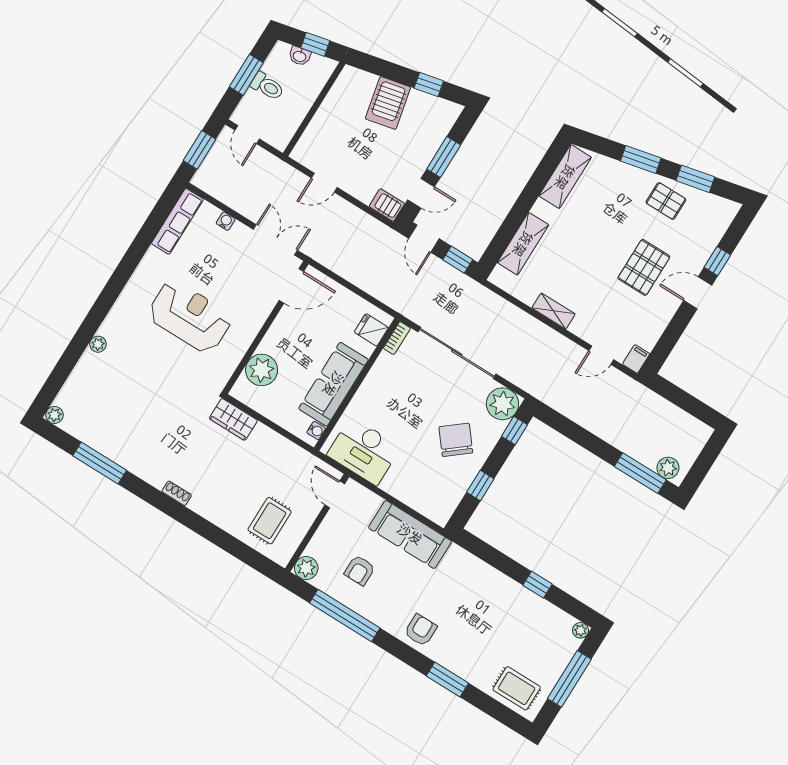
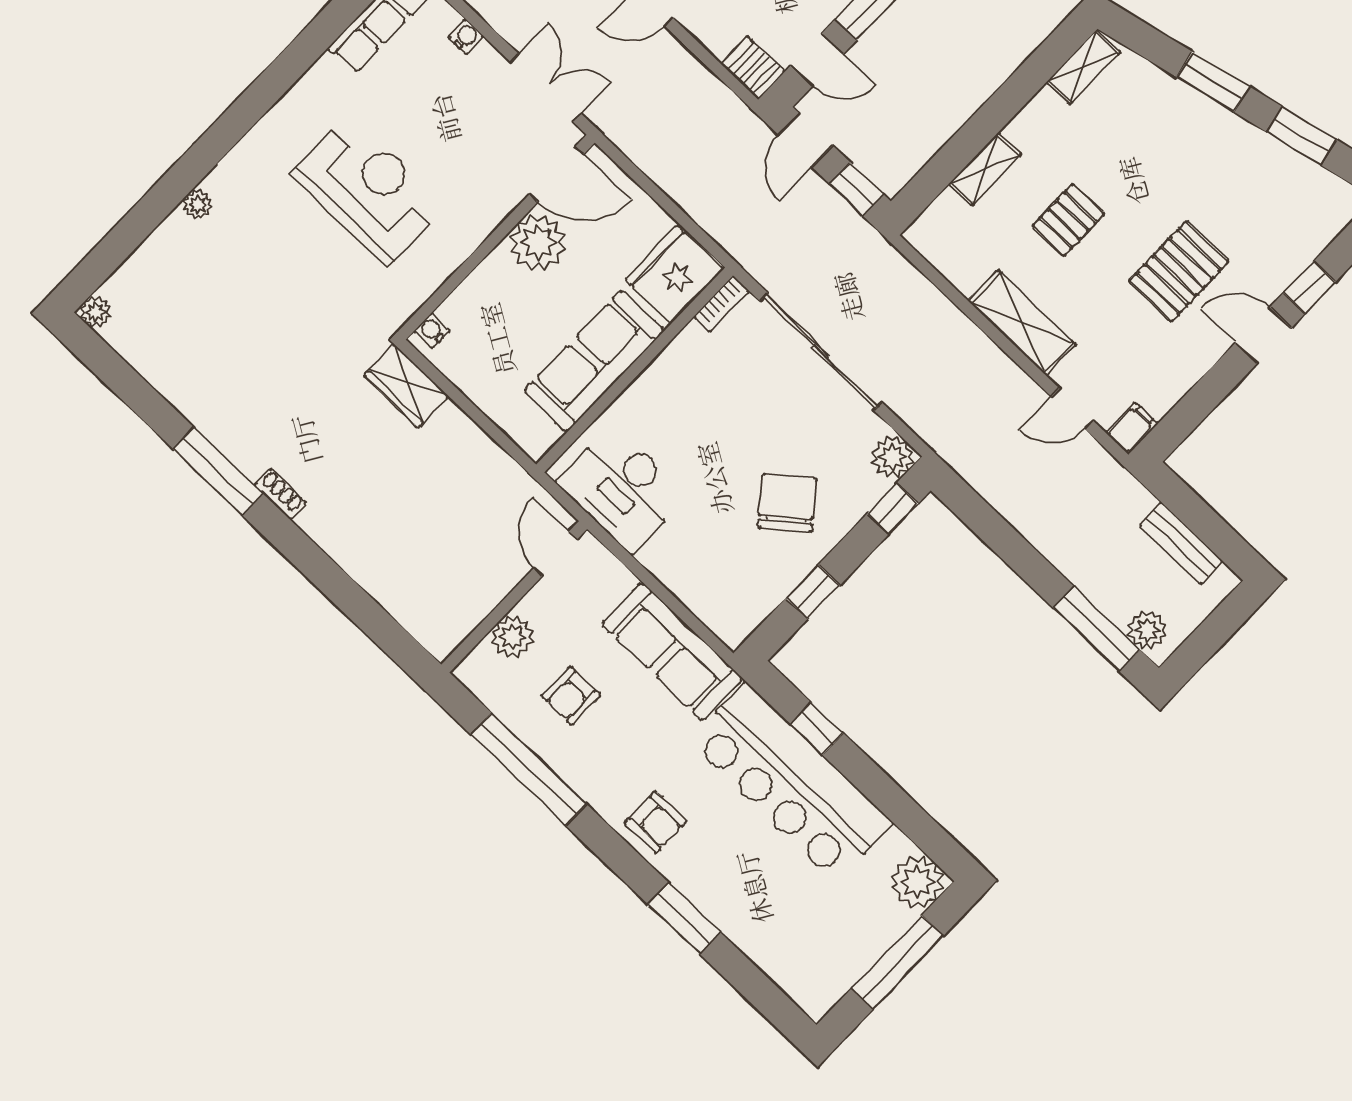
shelving: (565, 177) -> (1083, 67), width x0.67, depth x0.75
pallet: (666, 201) -> (1068, 220), moved, turned 90
shelving: (523, 244) -> (985, 169), width x0.67, depth x0.75
shelving: (554, 311) -> (1022, 323), width x1.50, depth x1.33
fridge: (371, 330) -> (674, 274), width x1.88, depth x1.34
plant: (262, 370) -> (538, 243), moved
plant: (502, 404) -> (893, 457), width x0.73, depth x0.73
bench: (677, 416) -> (1181, 543), added
water cooler: (316, 430) -> (432, 331), moved, turned 180
window: (100, 463) -> (218, 471), moved
rug: (270, 521) -> (432, 576), removed
plant: (306, 568) -> (512, 637), moved
window: (538, 585) -> (817, 729), moved
bar counter: (490, 592) -> (791, 782), added
armchair: (421, 630) -> (656, 822), turned 90
plant: (581, 630) -> (917, 882), width x1.87, depth x1.87
rug: (517, 688) -> (802, 959), removed

